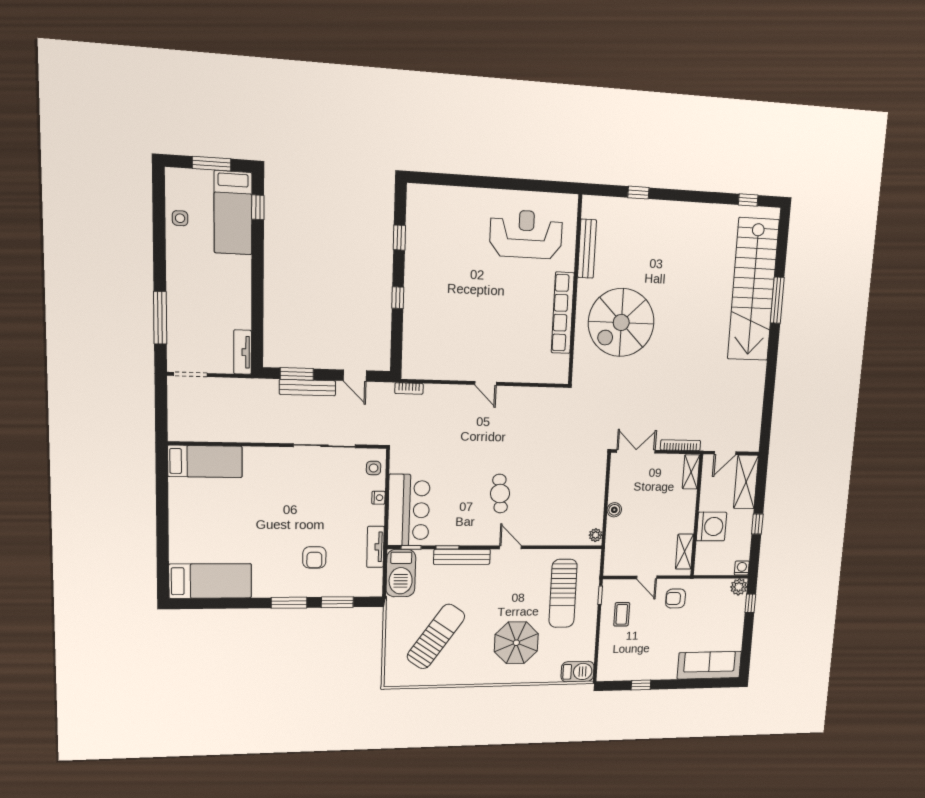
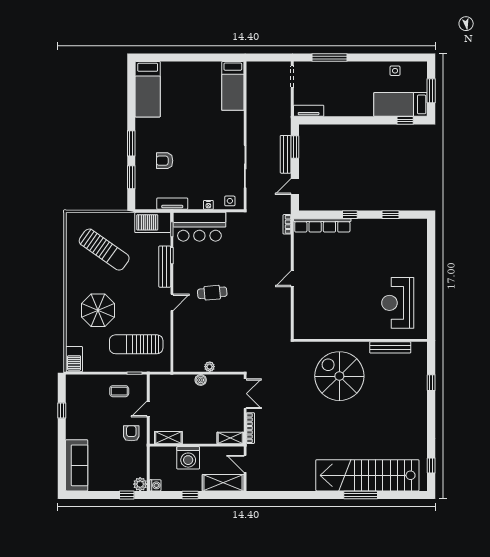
reception desk: (526, 234) -> (398, 303), turned 180
row of seats: (563, 313) -> (322, 225), moved, turned 180
plant: (596, 535) -> (210, 367), moved

